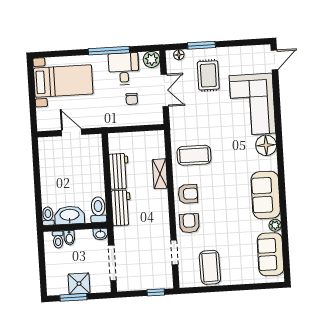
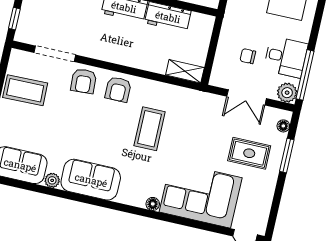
window: (109, 51) -> (305, 75), moved
floor lamp: (266, 145) -> (153, 204), width x0.53, depth x0.53
coffee table: (194, 155) -> (150, 129), moved
shelving: (160, 174) -> (185, 71), moved
armchair: (189, 223) -> (84, 81), turned 87
doorway: (174, 252) -> (55, 54), width x1.38

